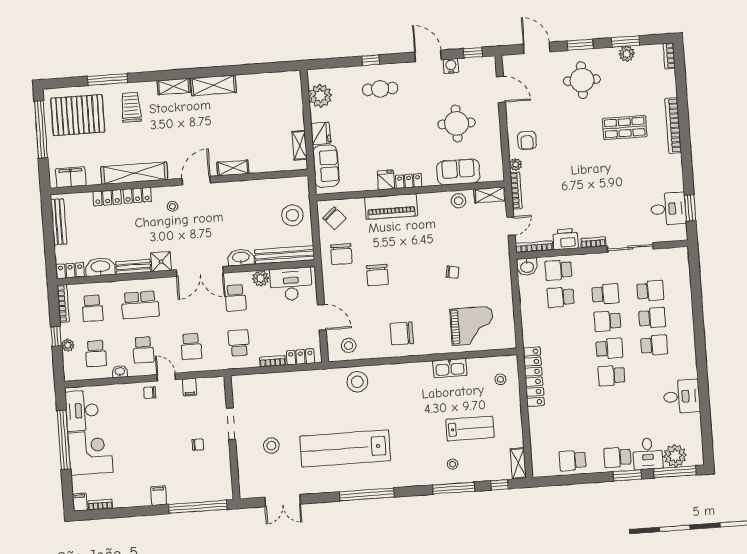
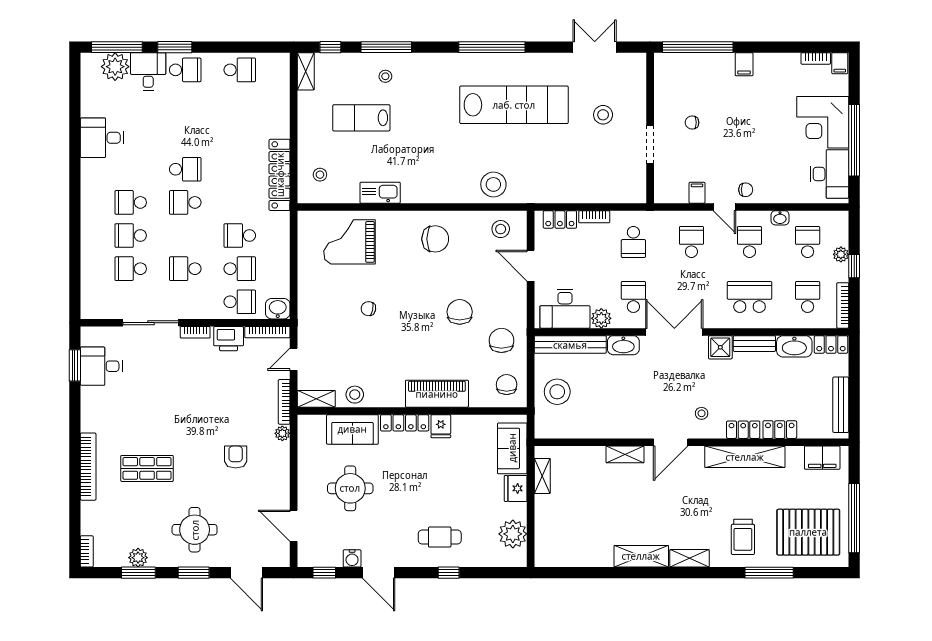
armchair: (527, 140) -> (236, 457), moved
locker: (409, 181) -> (405, 423), width x1.53
chair: (334, 218) -> (507, 385), turned 41
school desk: (607, 321) -> (240, 236), moved, turned 180

